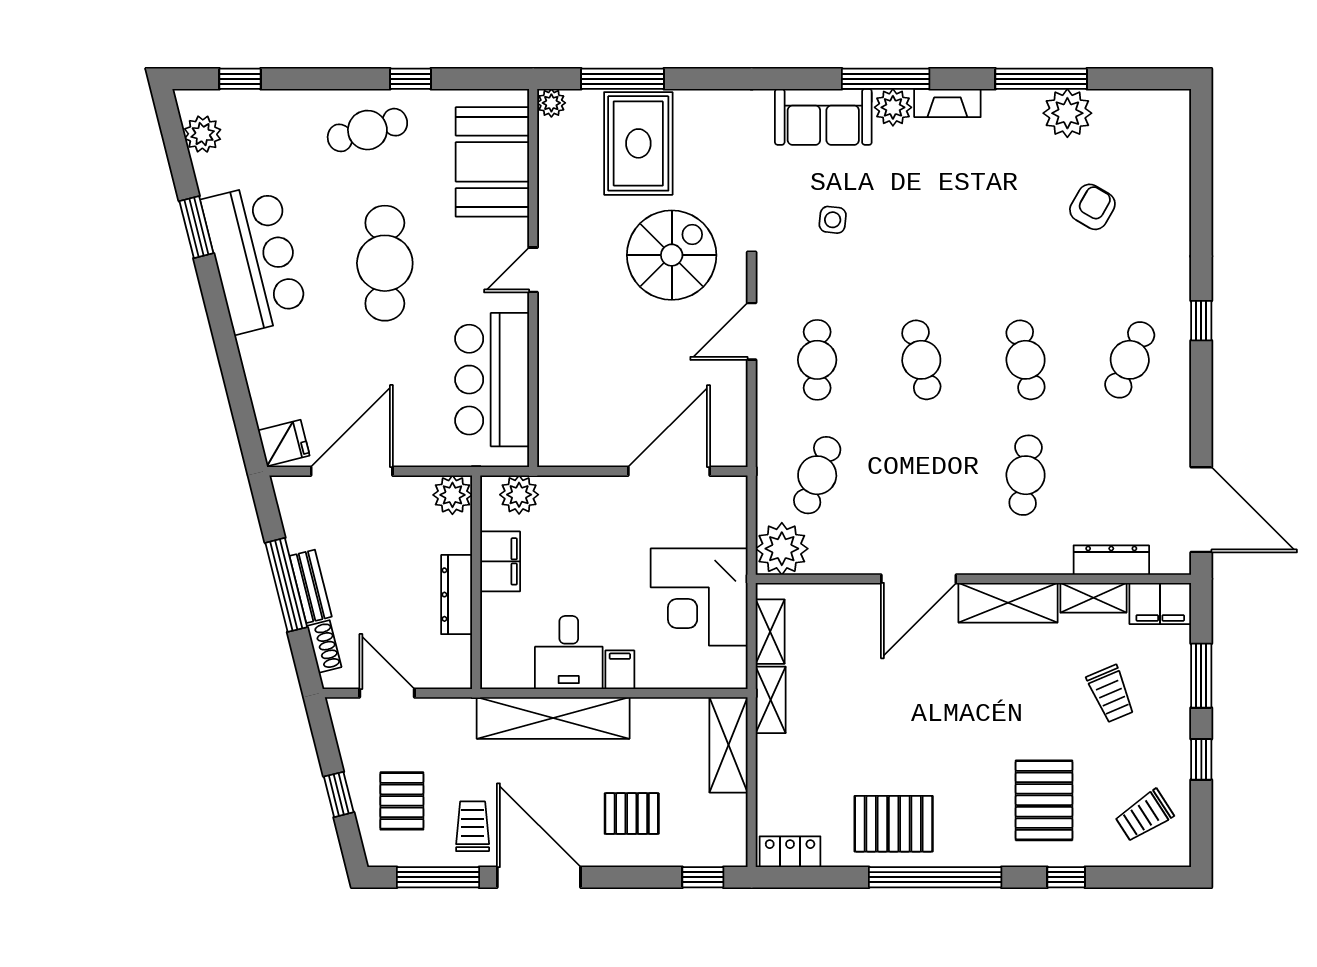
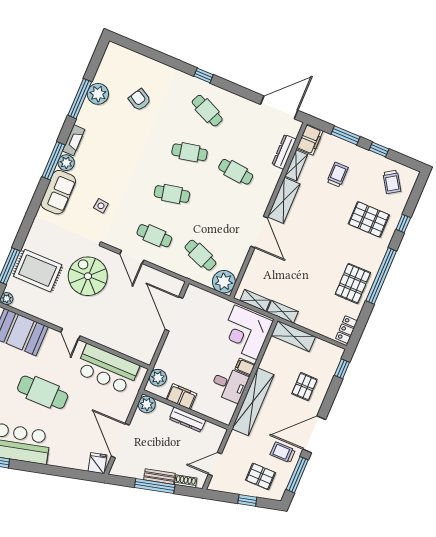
corner desk: (699, 597) -> (246, 332), moved, turned 90
trolley: (1111, 694) -> (338, 175), turned -67

